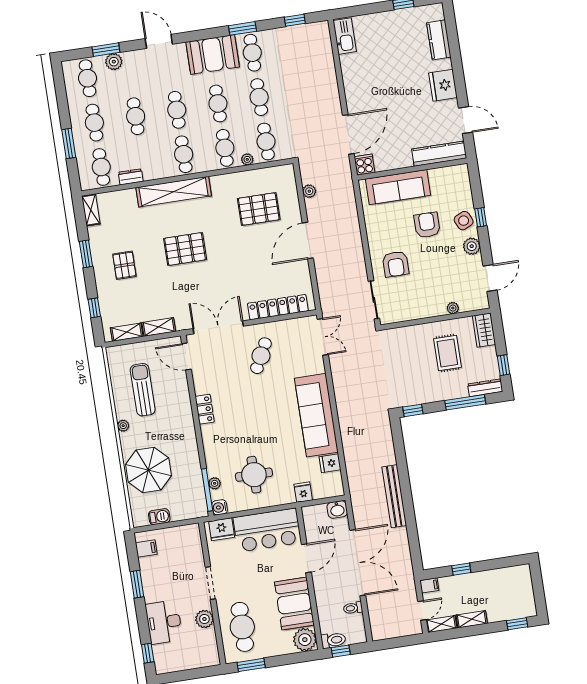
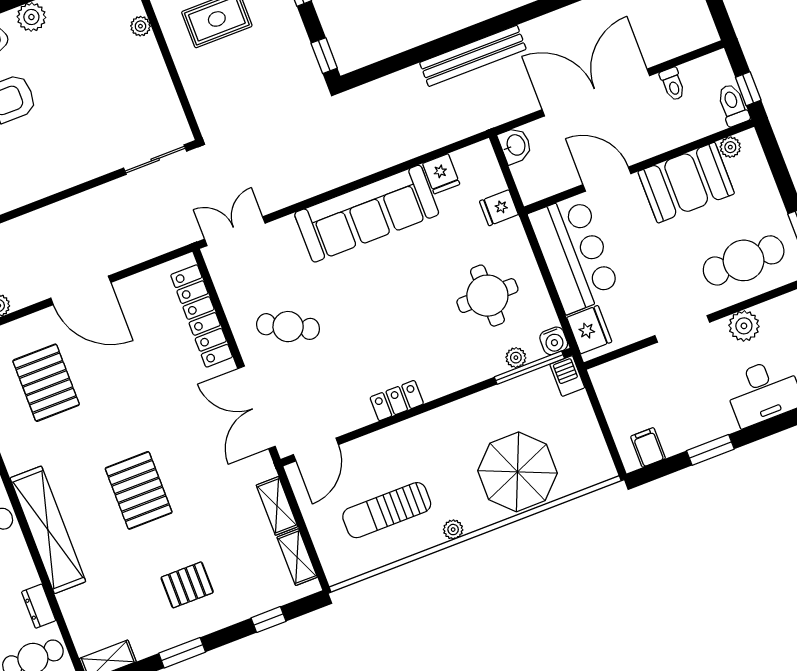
armchair: (396, 264) -> (88, 137), removed
barbecue: (159, 517) -> (567, 376), moved
plant: (305, 640) -> (730, 147), width x0.53, depth x0.53

